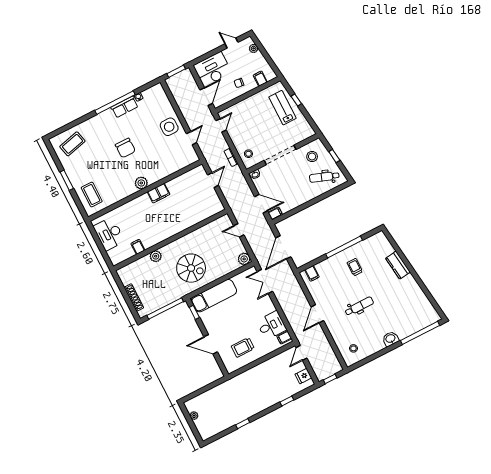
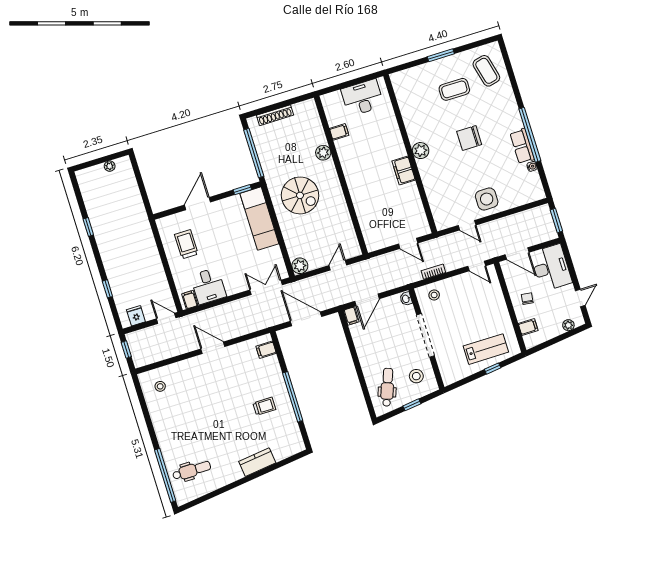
coffee table: (92, 194) -> (454, 89), moved
spiral stairs: (191, 268) -> (300, 195), turned -90
dental chair: (359, 306) -> (192, 470), moved, turned -90
washbasin: (391, 339) -> (164, 436), removed

